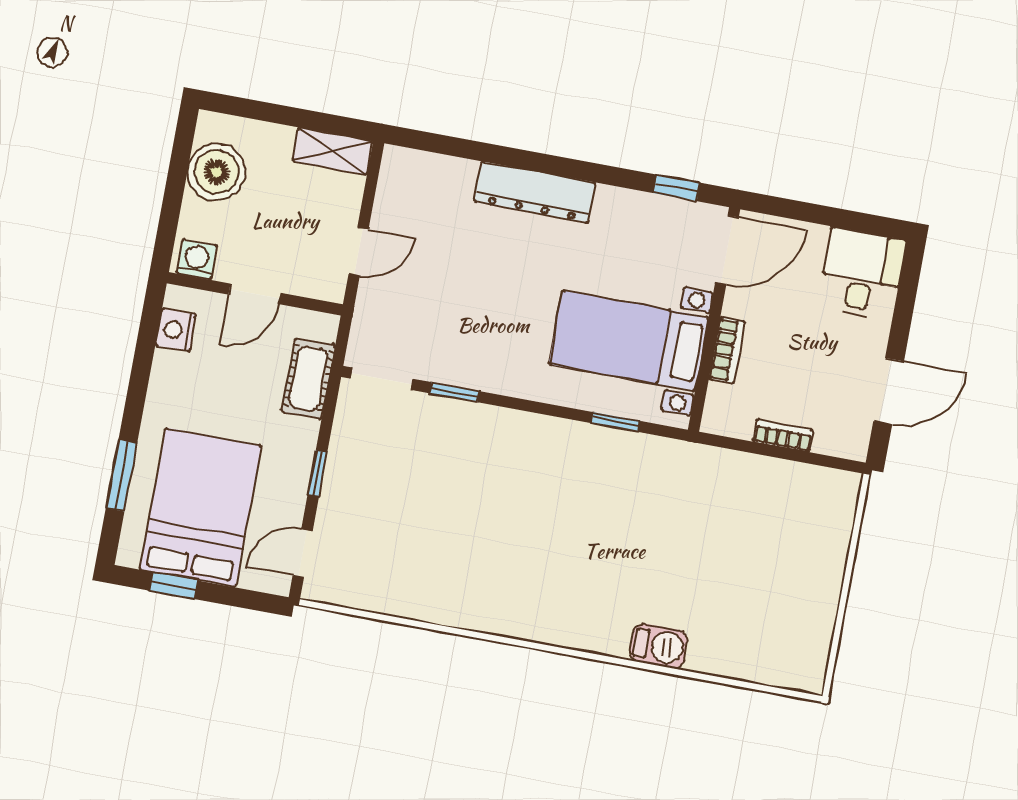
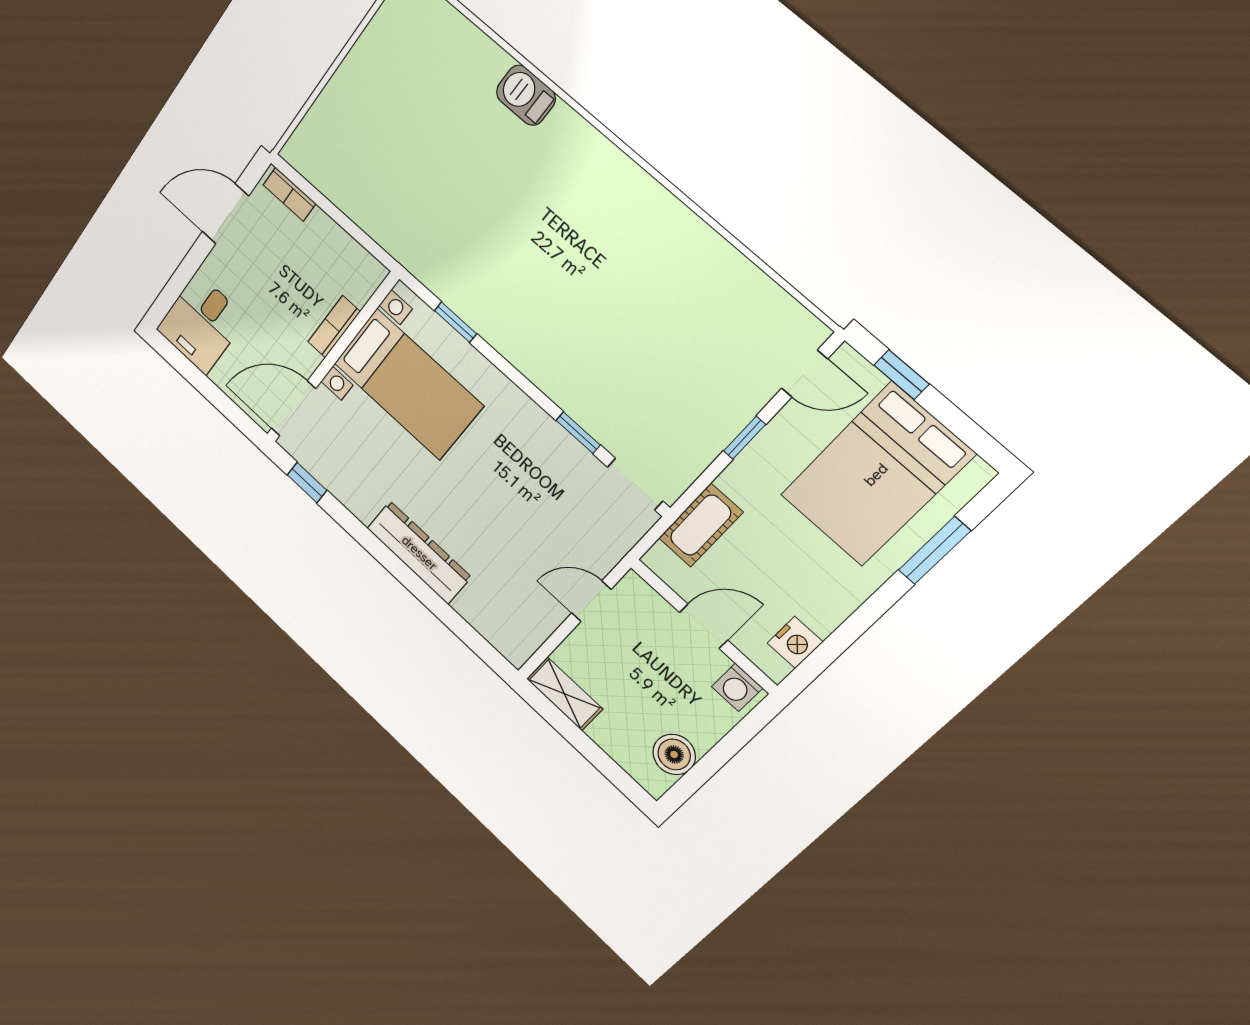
boiler: (217, 172) -> (674, 754), width x0.73, depth x0.73
bookcase: (783, 436) -> (289, 194), moved
window: (174, 586) -> (902, 375), moved

